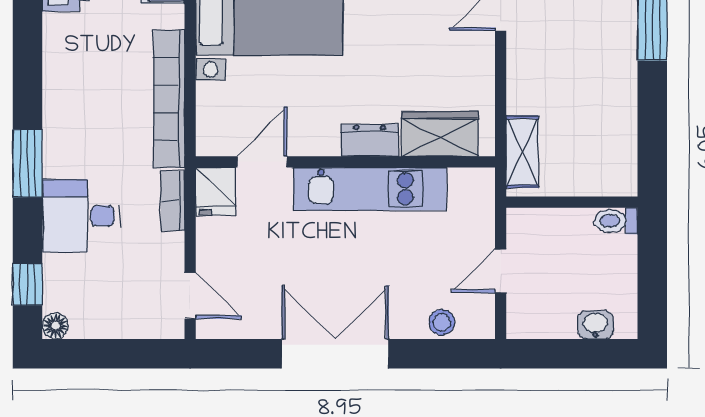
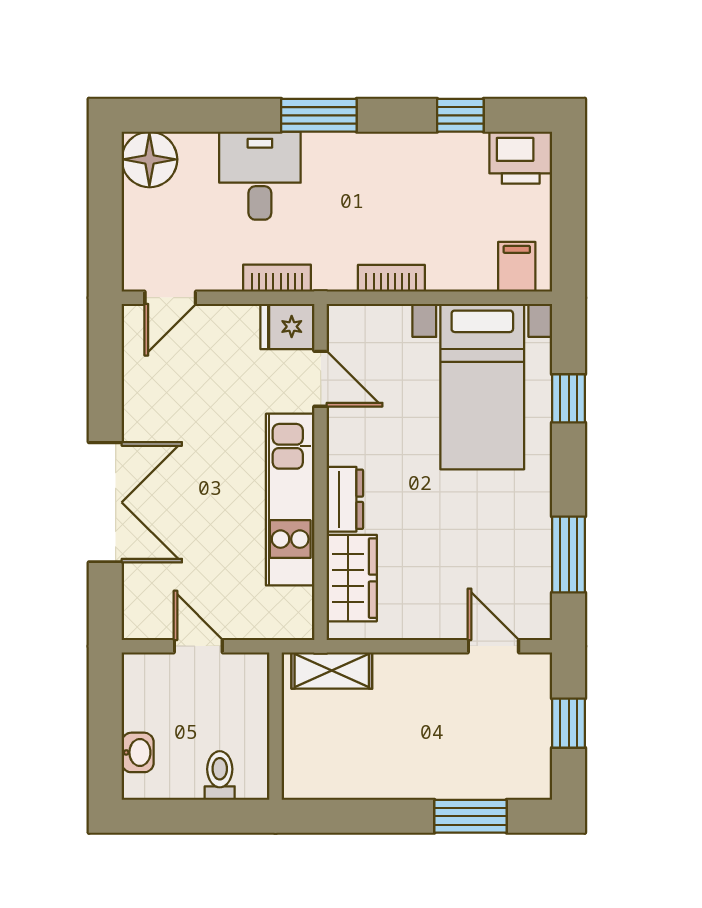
bookcase: (169, 99) -> (391, 278), width x0.43, depth x0.76
toilet: (616, 221) -> (220, 776), moved
window: (28, 284) -> (460, 115), moved
stool: (442, 322) -> (141, 580), removed
floor lamp: (55, 326) -> (149, 159), width x1.89, depth x1.89
double door: (335, 354) -> (105, 502), moved

